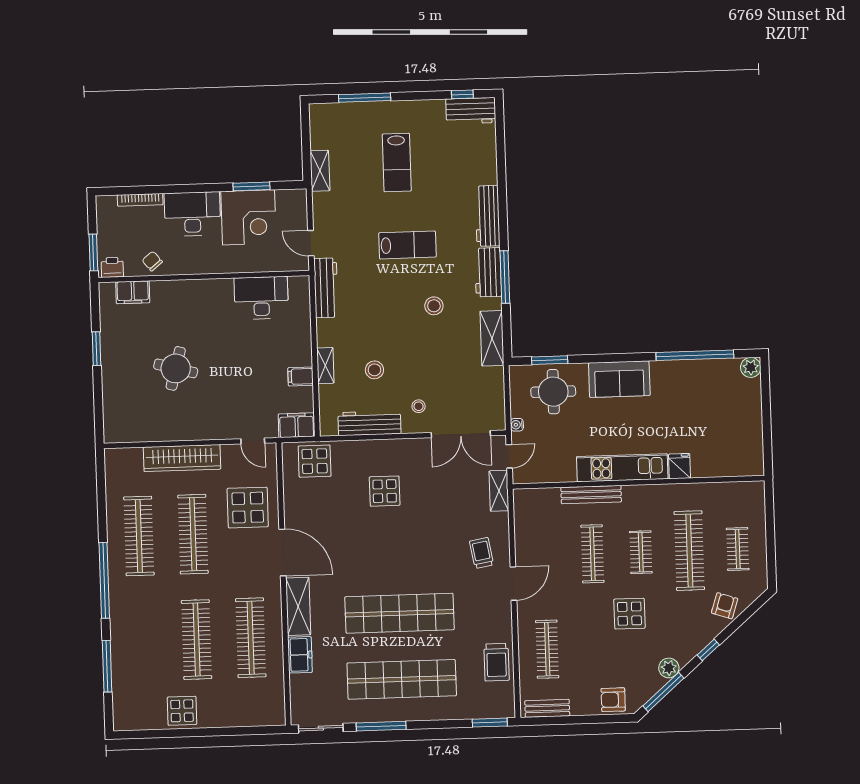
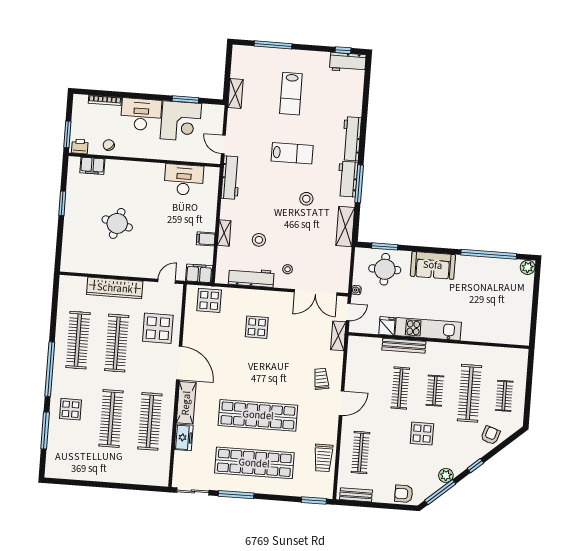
door: (253, 441) -> (167, 281), swing flipped
fridge: (680, 466) -> (387, 326), moved
display table: (182, 711) -> (70, 409), moved

